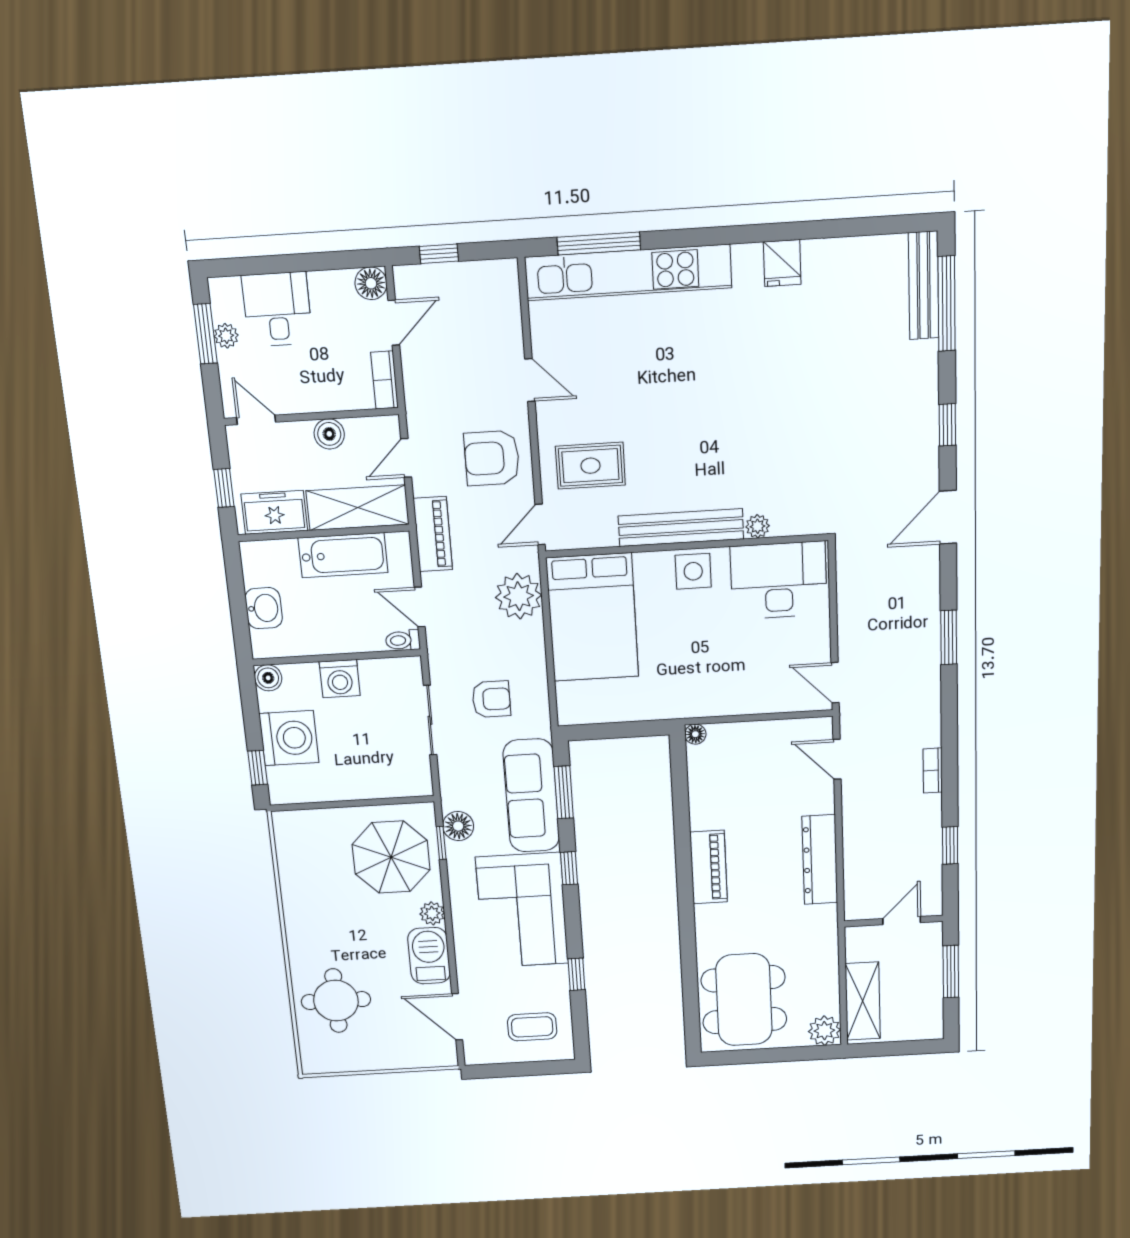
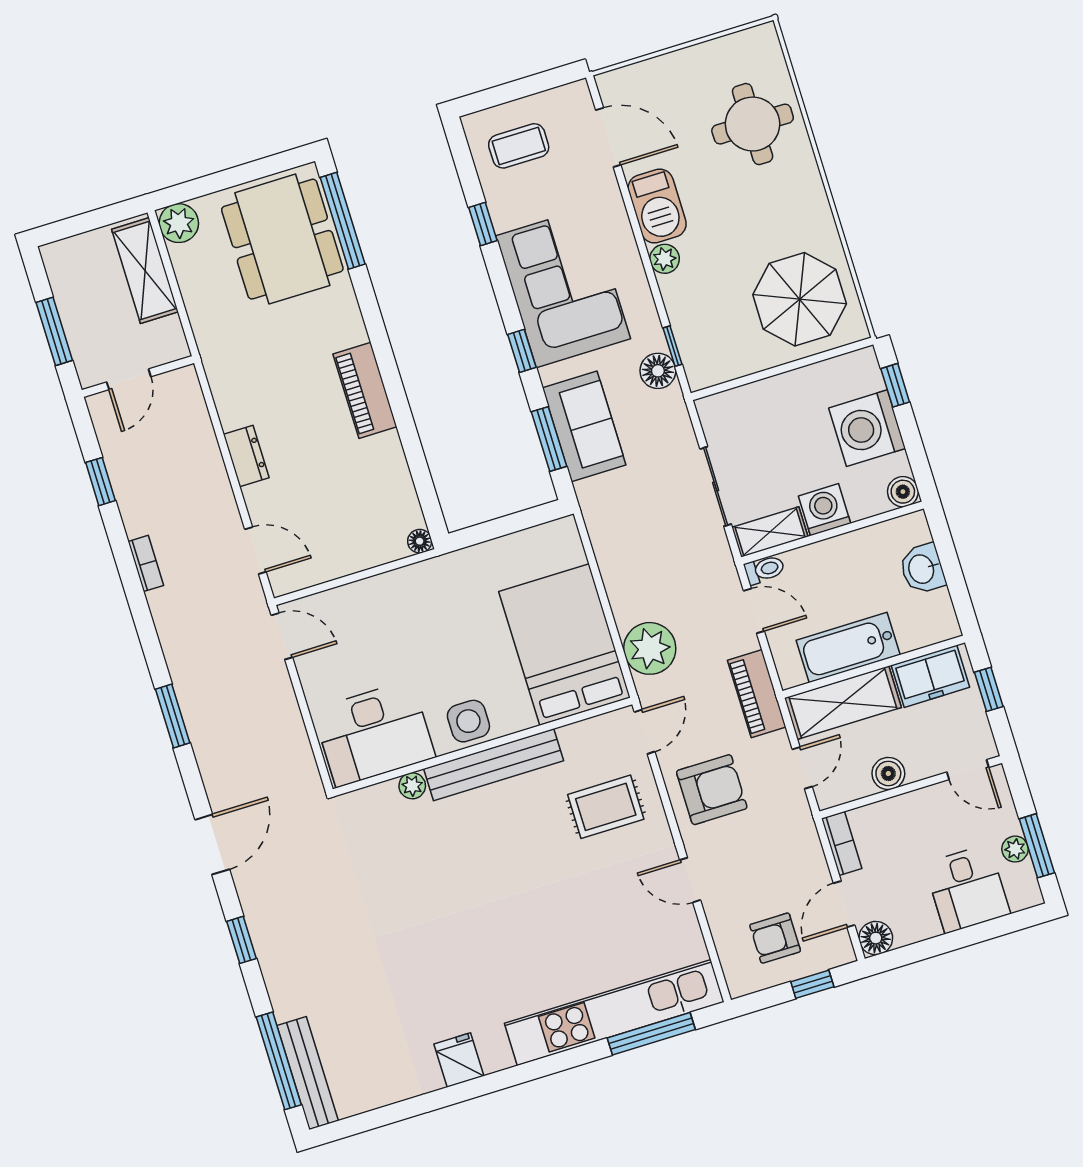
shelving: (391, 671) -> (770, 532), added
armchair: (491, 699) -> (775, 938), moved
sofa: (531, 796) -> (584, 426), width x0.73
parasol: (391, 857) -> (800, 299), moved
dresser: (820, 860) -> (246, 456), width x0.51, depth x0.80
window: (691, 1003) -> (343, 221), added

